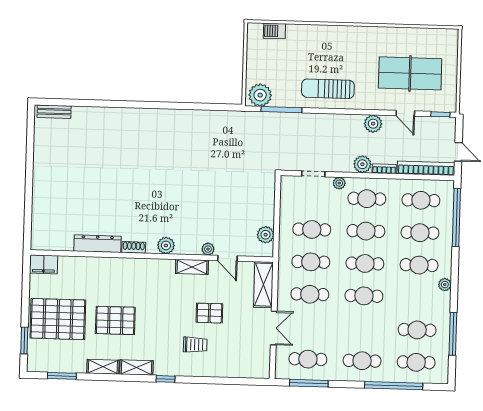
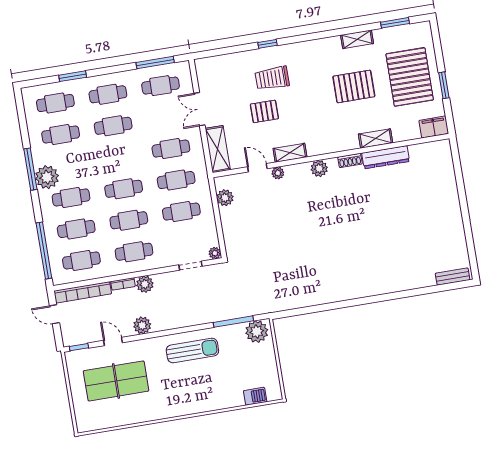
plant: (339, 183) -> (215, 253), moved
plant: (445, 285) -> (47, 177), width x1.88, depth x1.88
cafe table: (364, 296) -> (113, 126), moved
pallet: (58, 319) -> (410, 77), turned 90
window: (453, 334) -> (30, 169), moved
window: (24, 340) -> (444, 85), moved
trolley: (195, 345) -> (272, 78), width x1.36, depth x1.39
shelving: (136, 367) -> (376, 138), moved
window: (166, 379) -> (268, 44), moved
window: (394, 386) -> (73, 76), width x0.47

